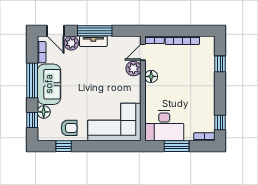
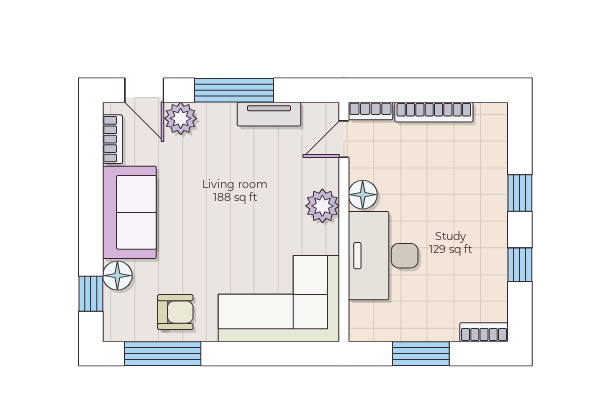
tv unit: (93, 41) -> (269, 114), moved
window: (220, 64) -> (520, 193), moved
plant: (134, 69) -> (322, 206), moved
window: (32, 81) -> (91, 204), removed
window: (220, 122) -> (520, 265), moved
desk: (164, 126) -> (383, 256), moved, turned 90
window: (64, 146) -> (163, 354), width x2.17

